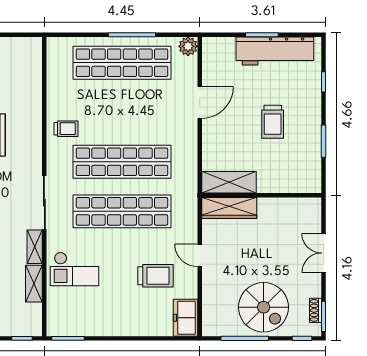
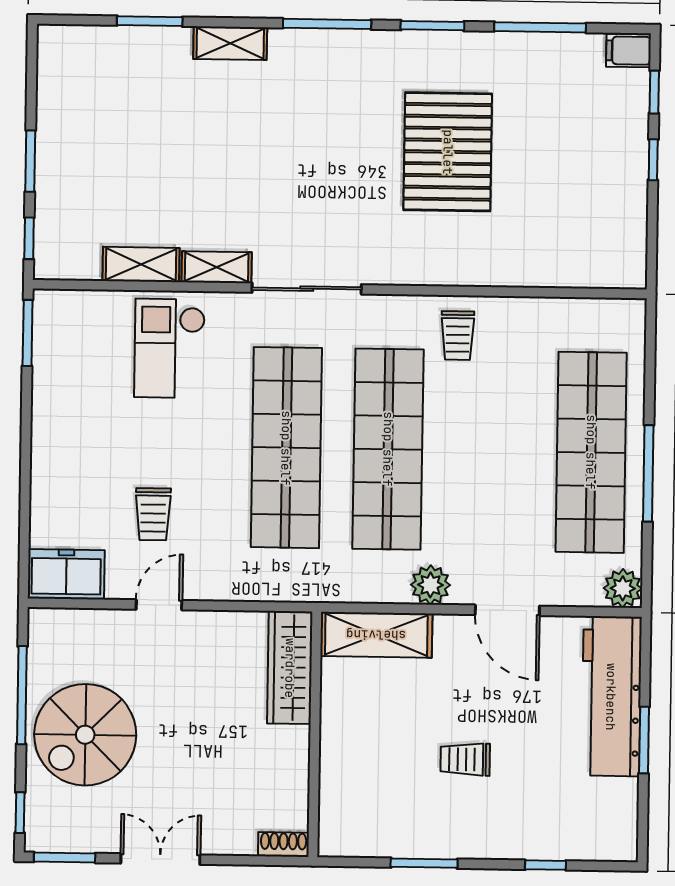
workbench: (275, 51) -> (611, 697), moved
trolley: (273, 122) -> (465, 759), width x0.73, depth x0.72
plant: (188, 140) -> (430, 585), added
shelving: (229, 182) -> (376, 635), moved, turned 90
double door: (324, 253) -> (160, 859), moved
door: (200, 255) -> (159, 605), moved
trolley: (156, 276) -> (153, 514), width x0.73, depth x0.72
shoe rack: (315, 310) -> (284, 844), moved

